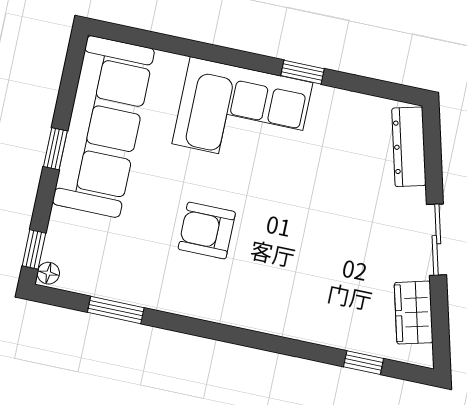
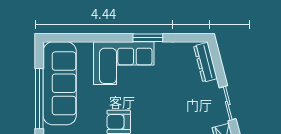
window: (303, 72) -> (148, 38), width x1.50
window: (55, 149) -> (39, 99), width x3.17

